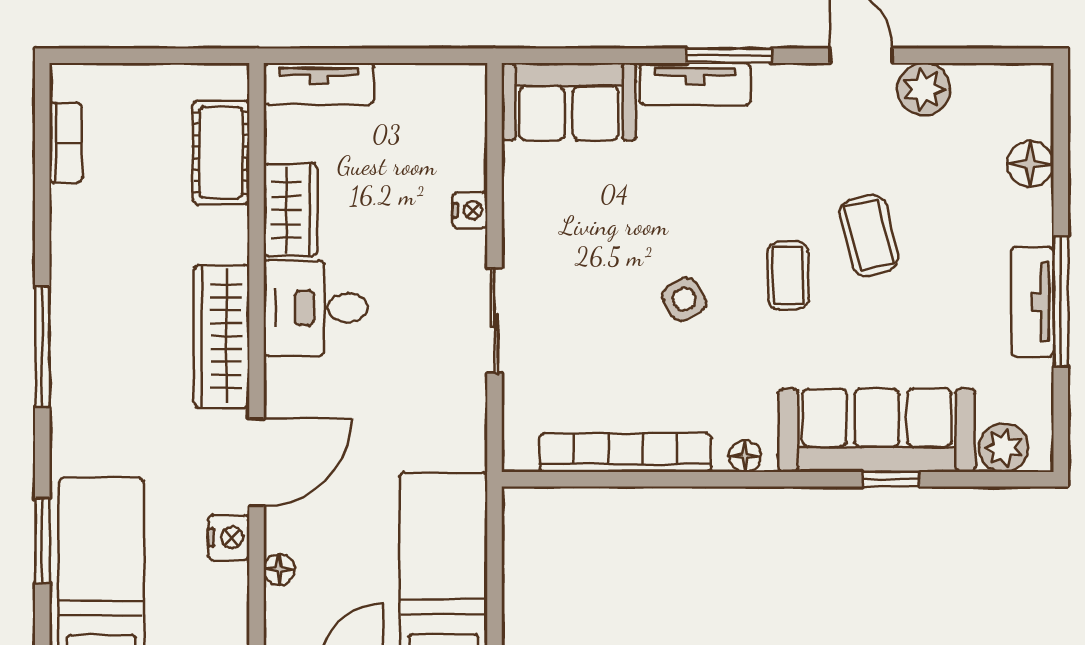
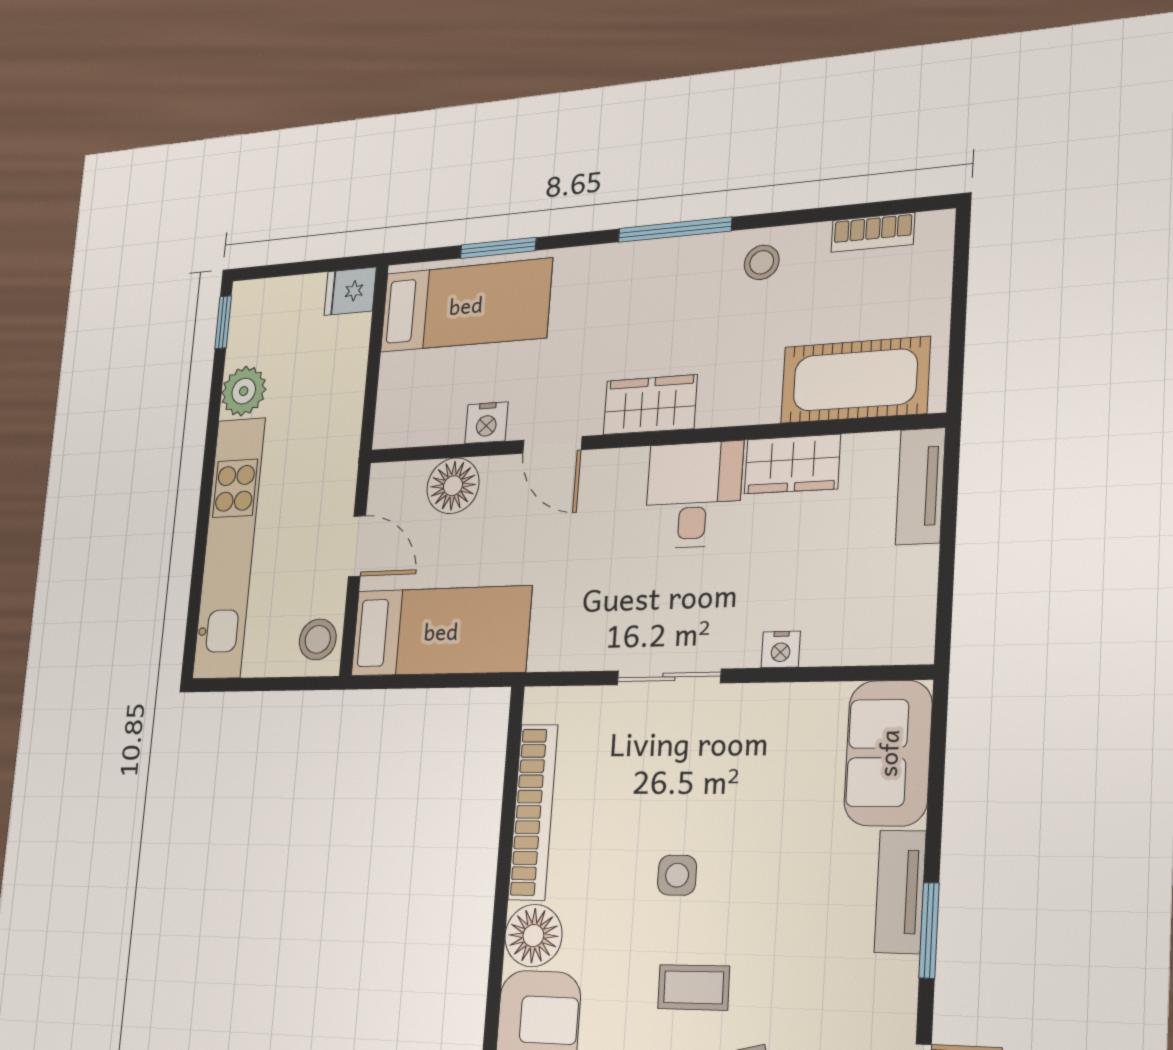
cot: (221, 152) -> (855, 380), width x1.37, depth x1.34
stool: (85, 253) -> (762, 262), added
side table: (684, 299) -> (677, 875), turned 30
wardrobe: (222, 336) -> (650, 405), width x0.67
floor lamp: (745, 456) -> (533, 936), width x1.89, depth x1.89
door: (256, 462) -> (552, 445), width x0.73
floor lamp: (279, 569) -> (453, 486), width x1.89, depth x1.89

